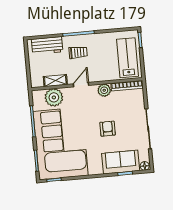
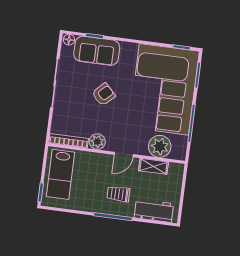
armchair: (108, 129) -> (104, 94), turned -134

